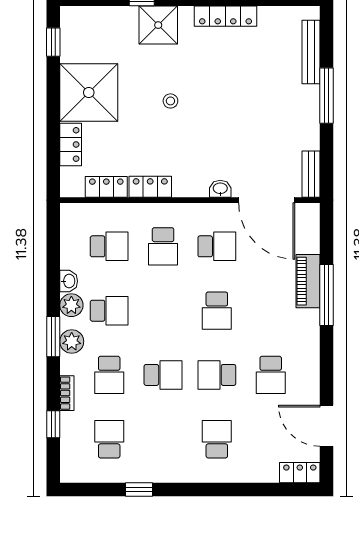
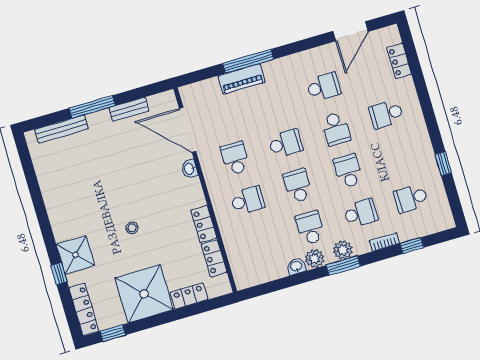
locker: (225, 16) -> (84, 310), moved
bench: (311, 174) -> (129, 109), moved
door: (267, 200) -> (188, 130), swing flipped
school desk: (109, 246) -> (298, 186), moved
locker: (300, 473) -> (399, 61), moved

